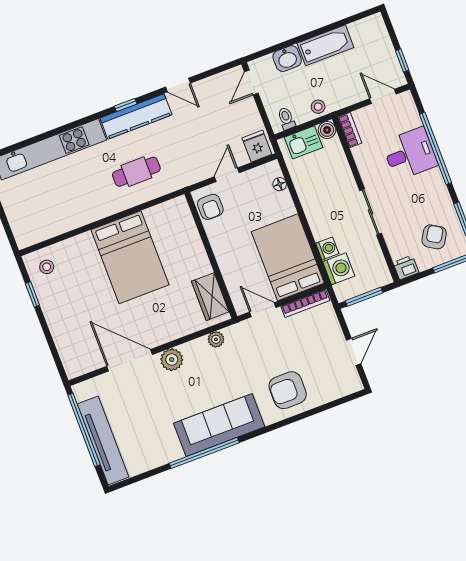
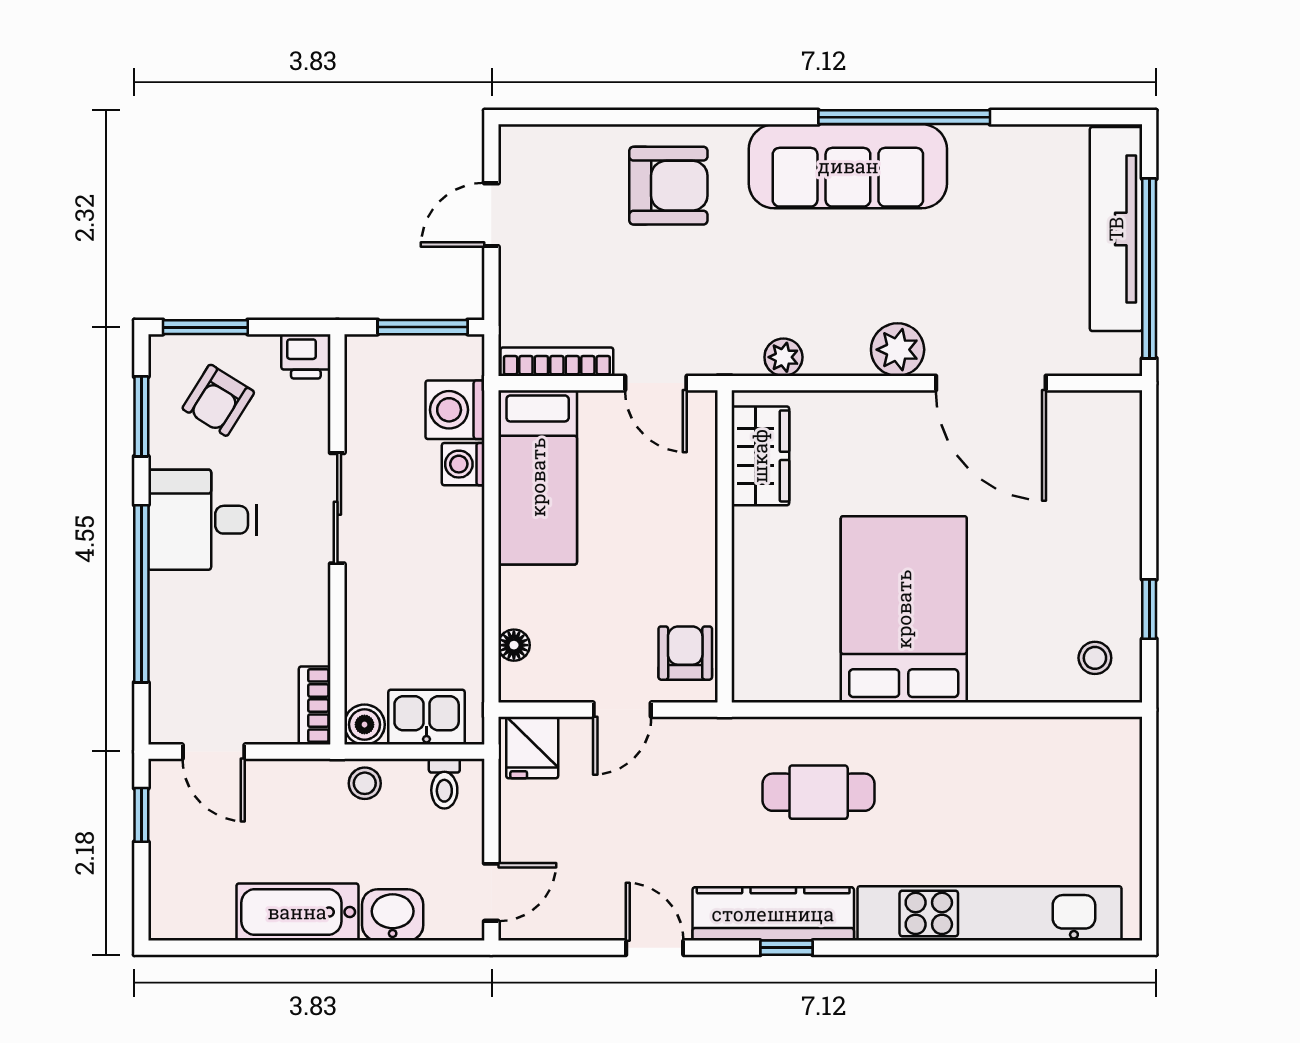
desk: (410, 154) -> (202, 520), moved
bed: (288, 257) -> (538, 477), width x0.67

